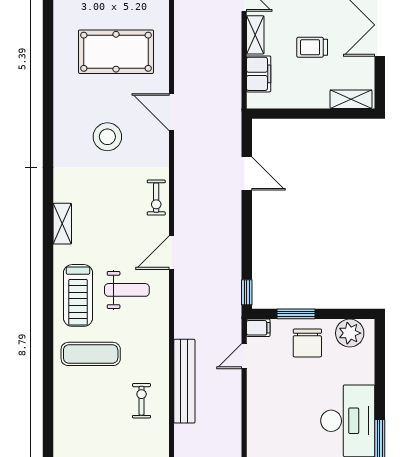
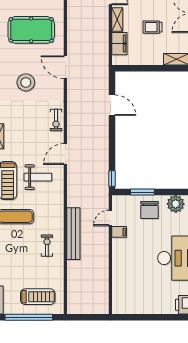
filing cabinet: (258, 328) -> (119, 232), moved

